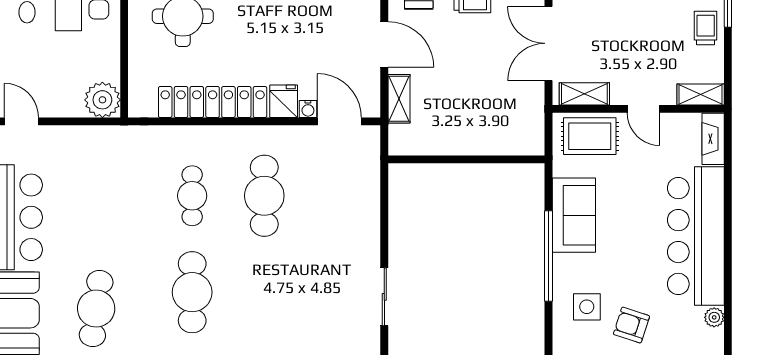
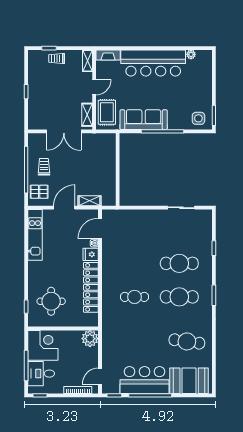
cafe table: (264, 196) -> (179, 263), moved
sofa: (574, 215) -> (144, 120), width x1.36
side table: (587, 307) -> (198, 118), moved
armchair: (631, 325) -> (195, 93), removed

